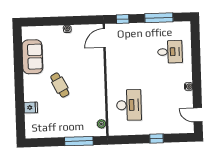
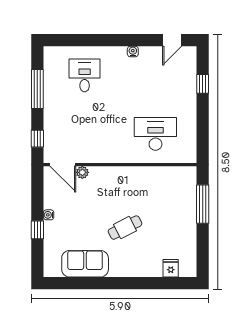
window: (56, 21) -> (37, 230), added
fridge: (31, 108) -> (171, 268), moved
plant: (101, 124) -> (82, 172), moved
window: (156, 139) -> (203, 84), moved

